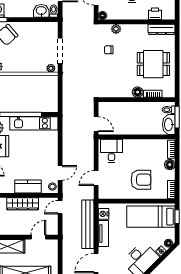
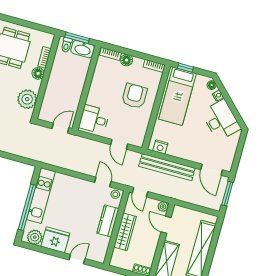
plant: (113, 89) -> (27, 99), added
plant: (53, 230) -> (163, 207), added
tv unit: (103, 233) -> (182, 153), removed

